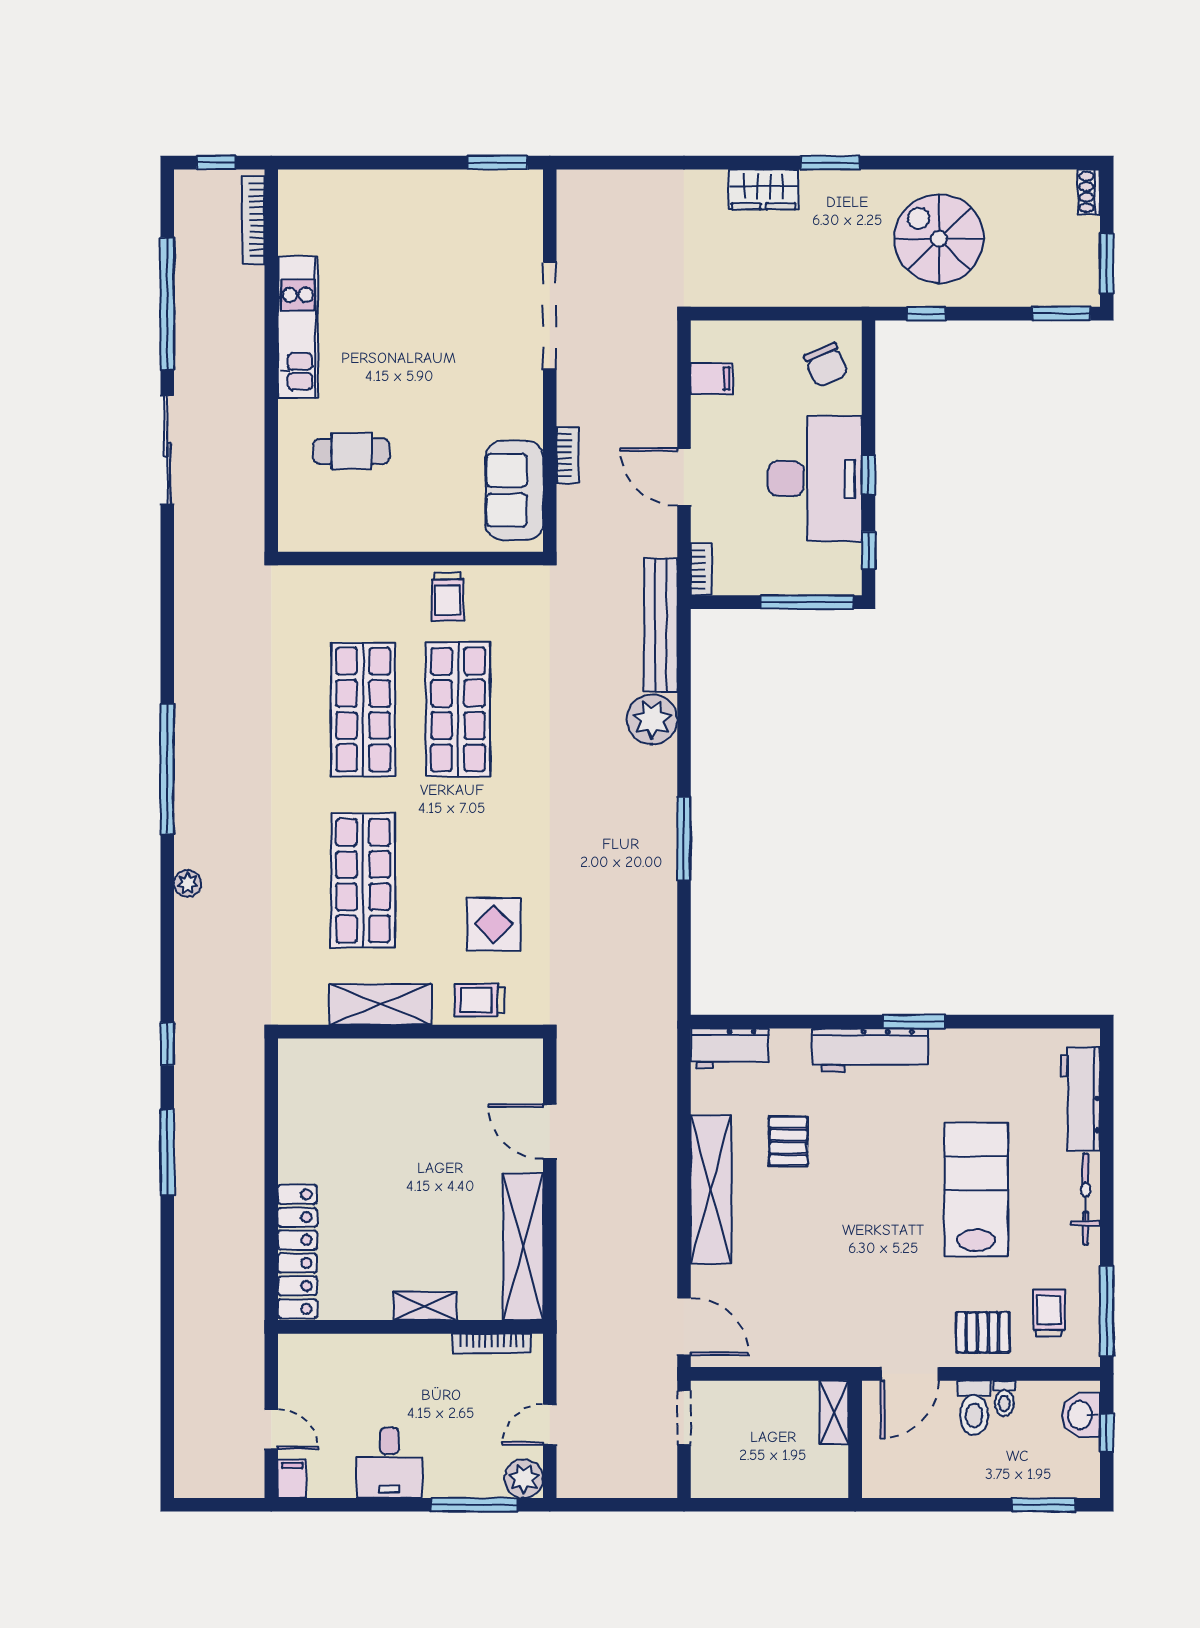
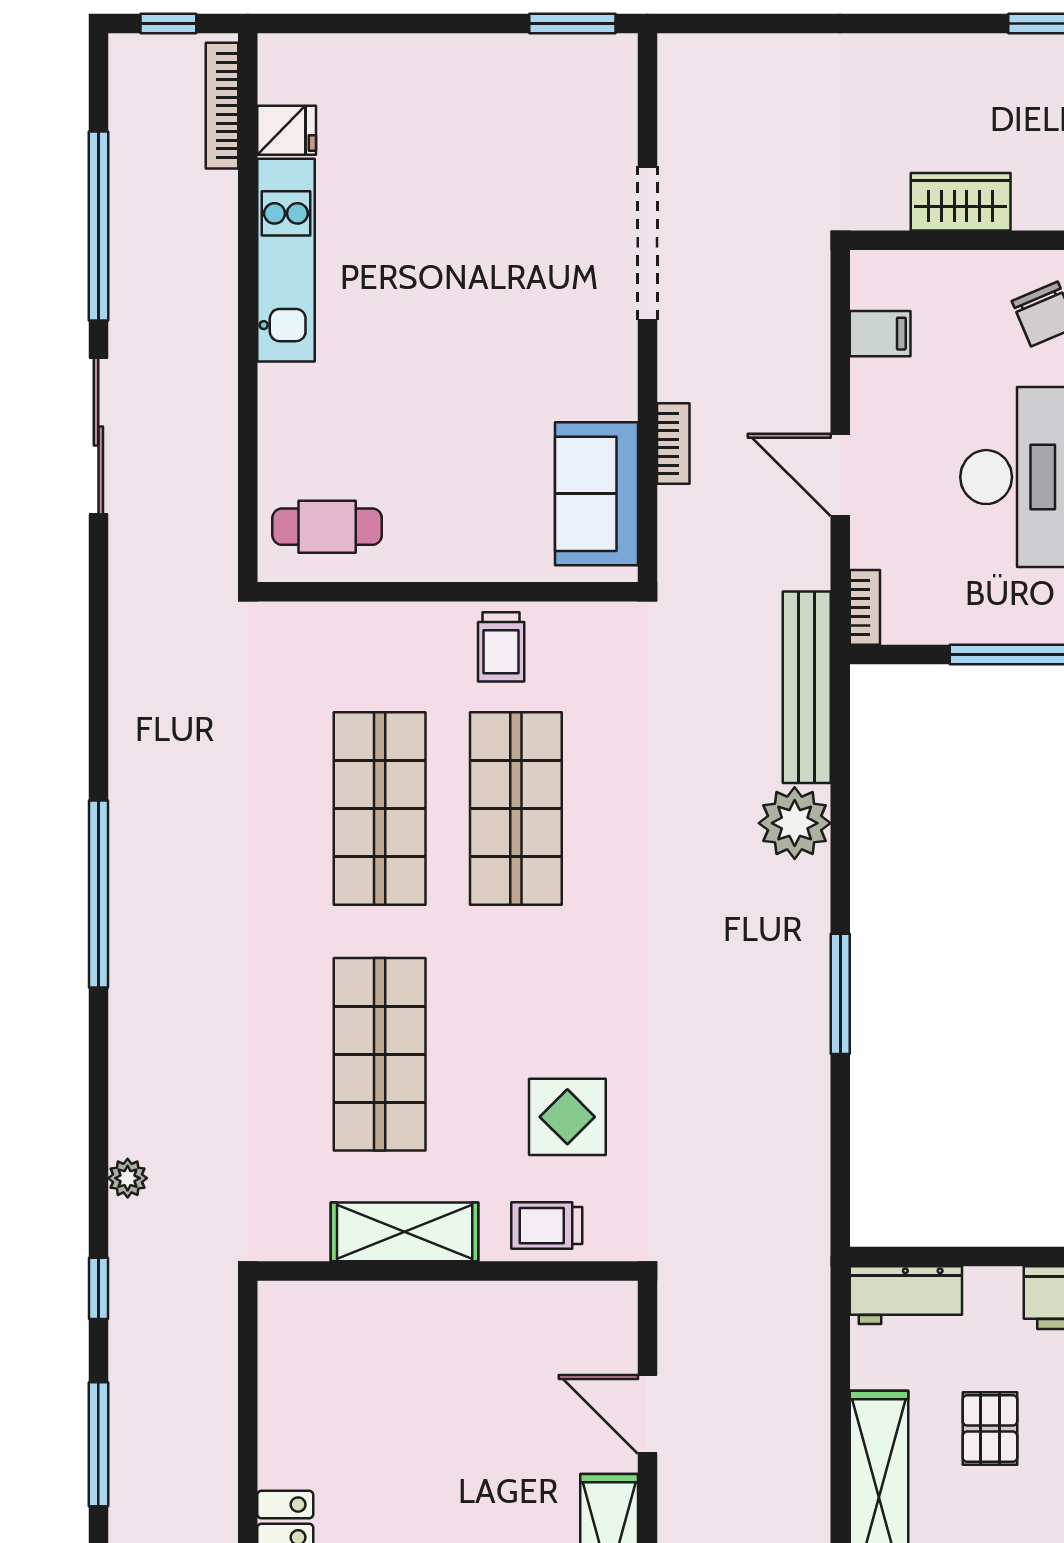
wardrobe: (763, 189) -> (961, 202), moved, turned 180
fridge: (298, 237) -> (287, 130), added
cafe table: (351, 451) -> (327, 527), moved
plant: (188, 883) -> (128, 1178), moved

